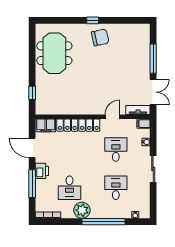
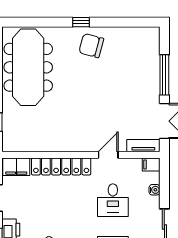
chair: (100, 37) -> (91, 46), turned -153
meeting table: (54, 53) -> (28, 67), width x1.36
desk: (116, 149) -> (113, 200), turned 180

